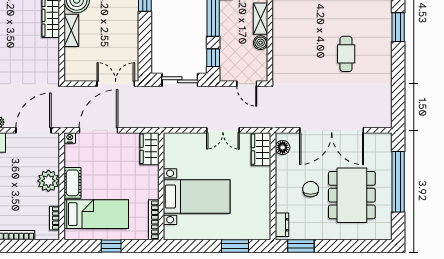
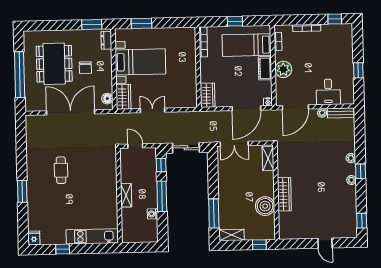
shelving: (71, 30) -> (268, 158), moved
boiler: (261, 43) -> (126, 177), removed
bed with nightstands: (197, 197) -> (140, 62), moved, turned 180

